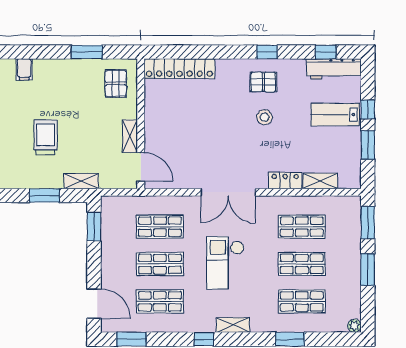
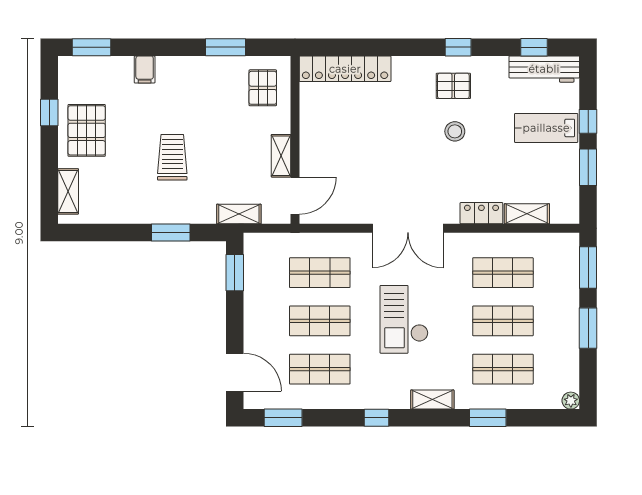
door: (141, 167) -> (295, 196), hinge flipped
shelving: (81, 181) -> (239, 214), moved
shelving: (233, 325) -> (432, 400), moved

